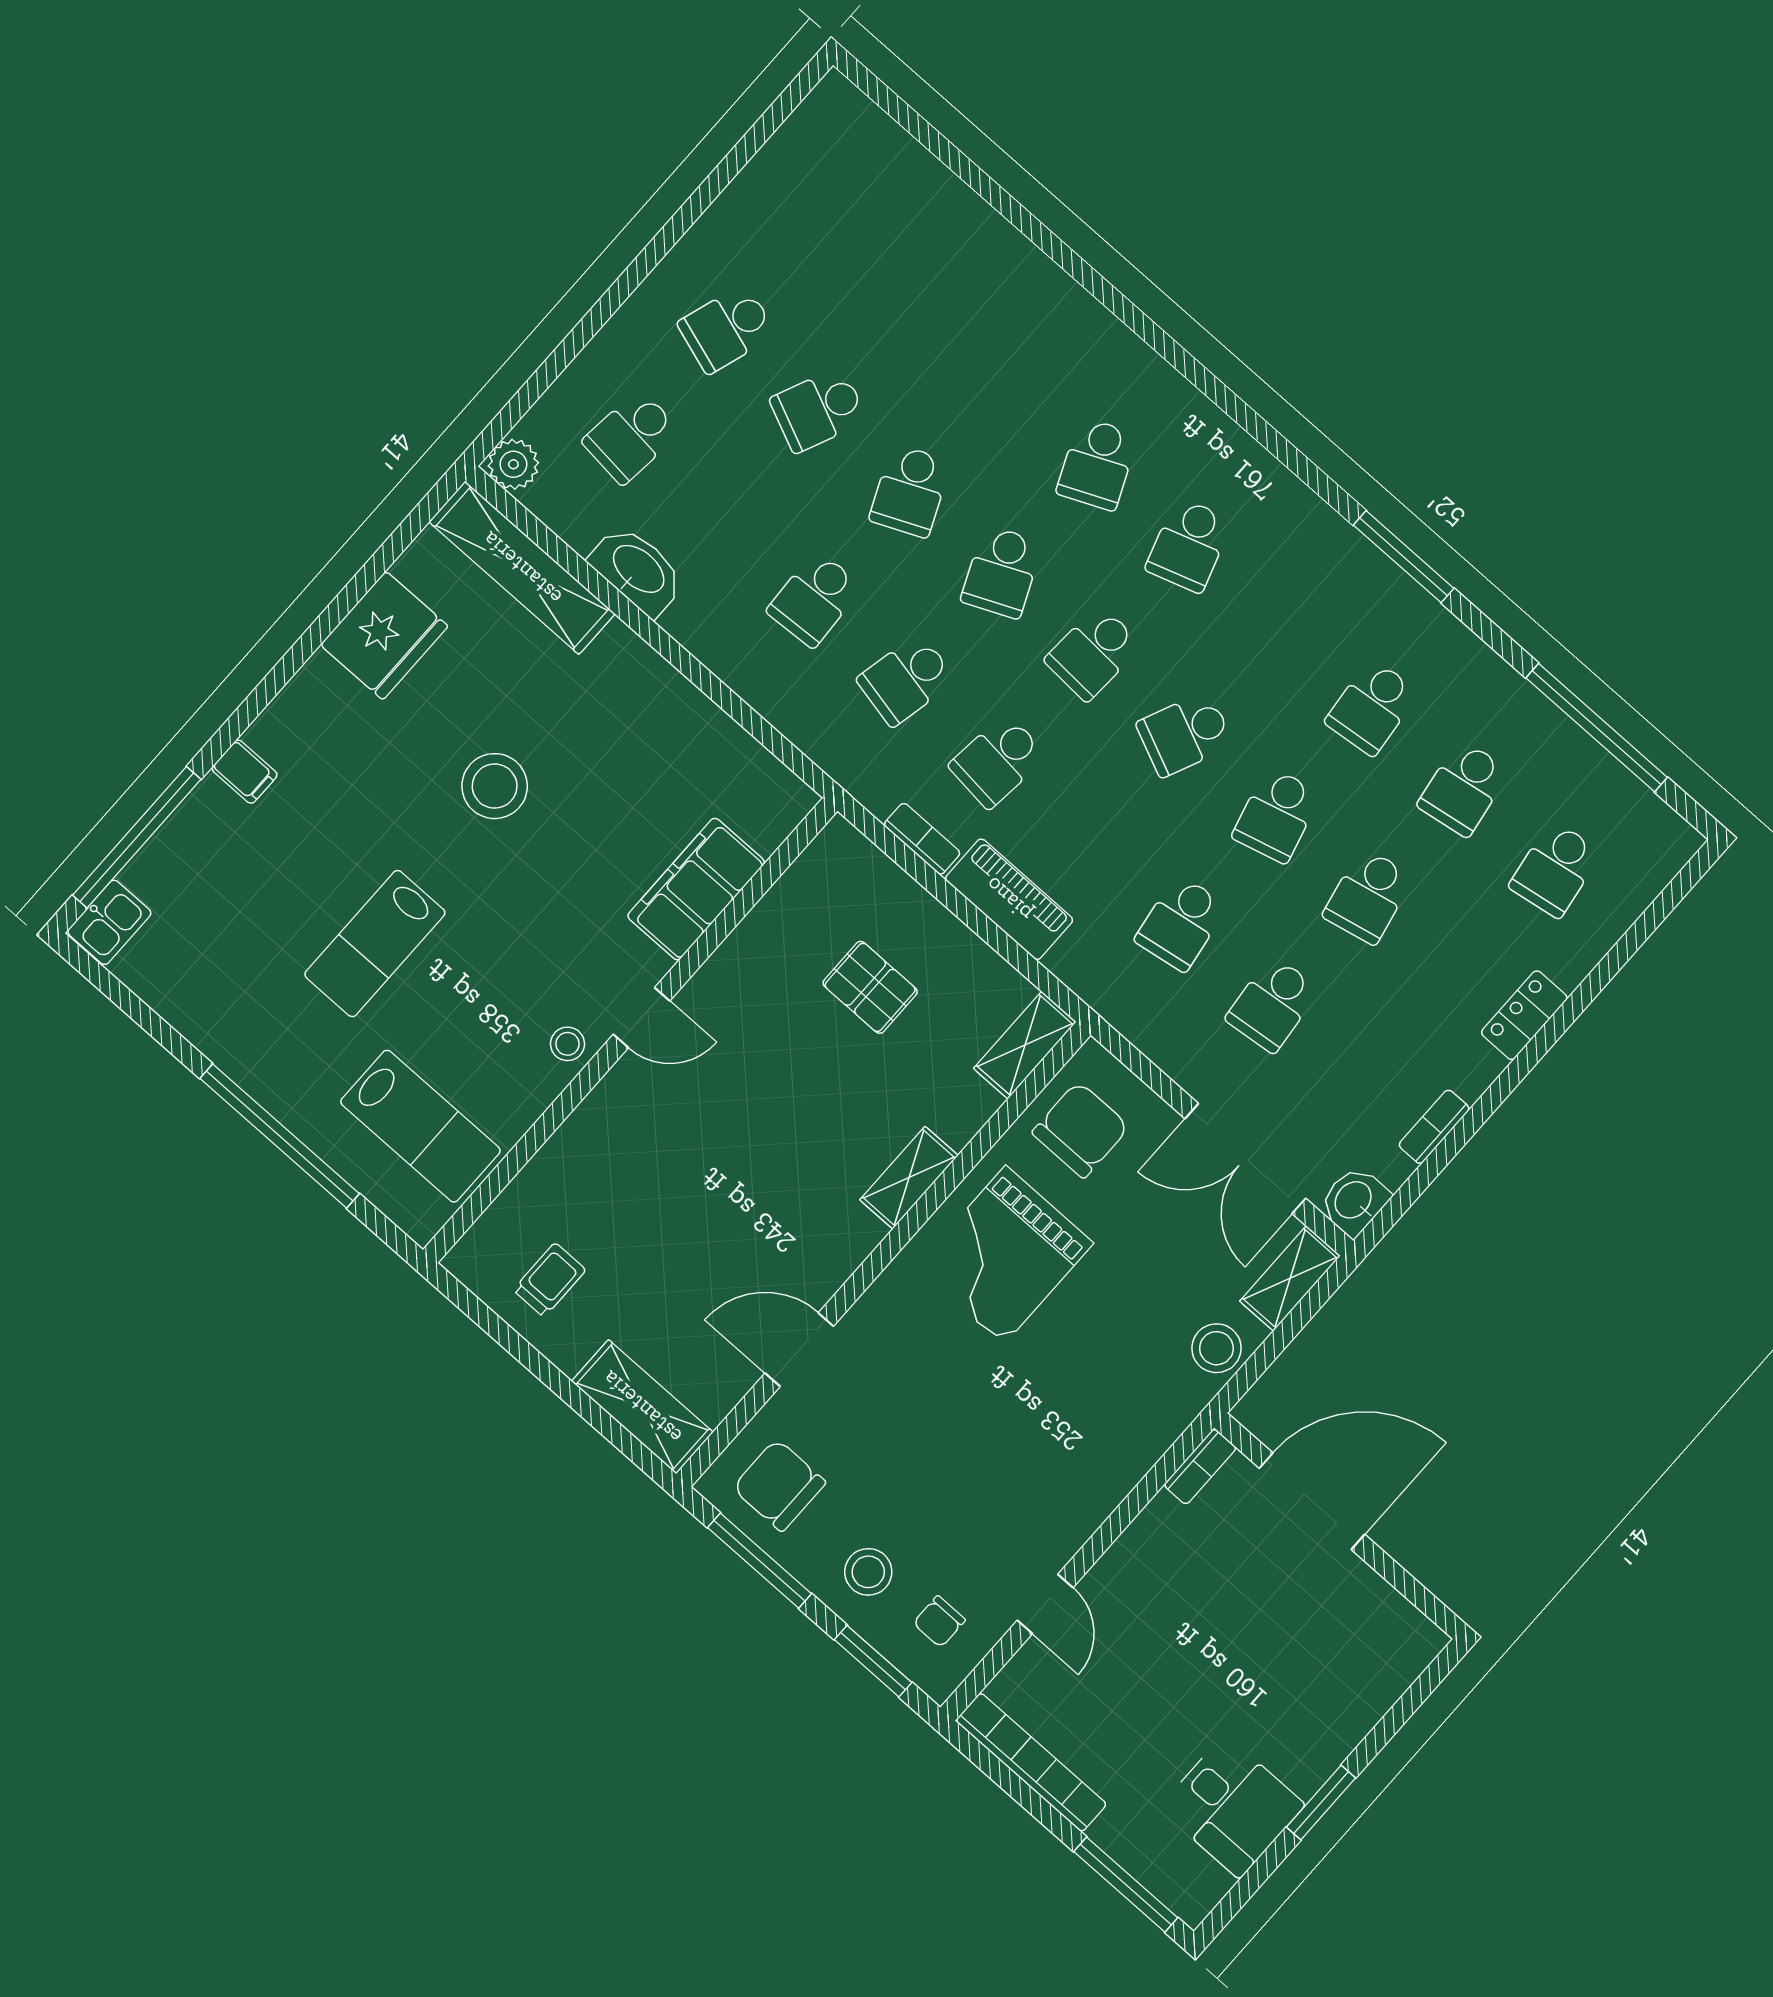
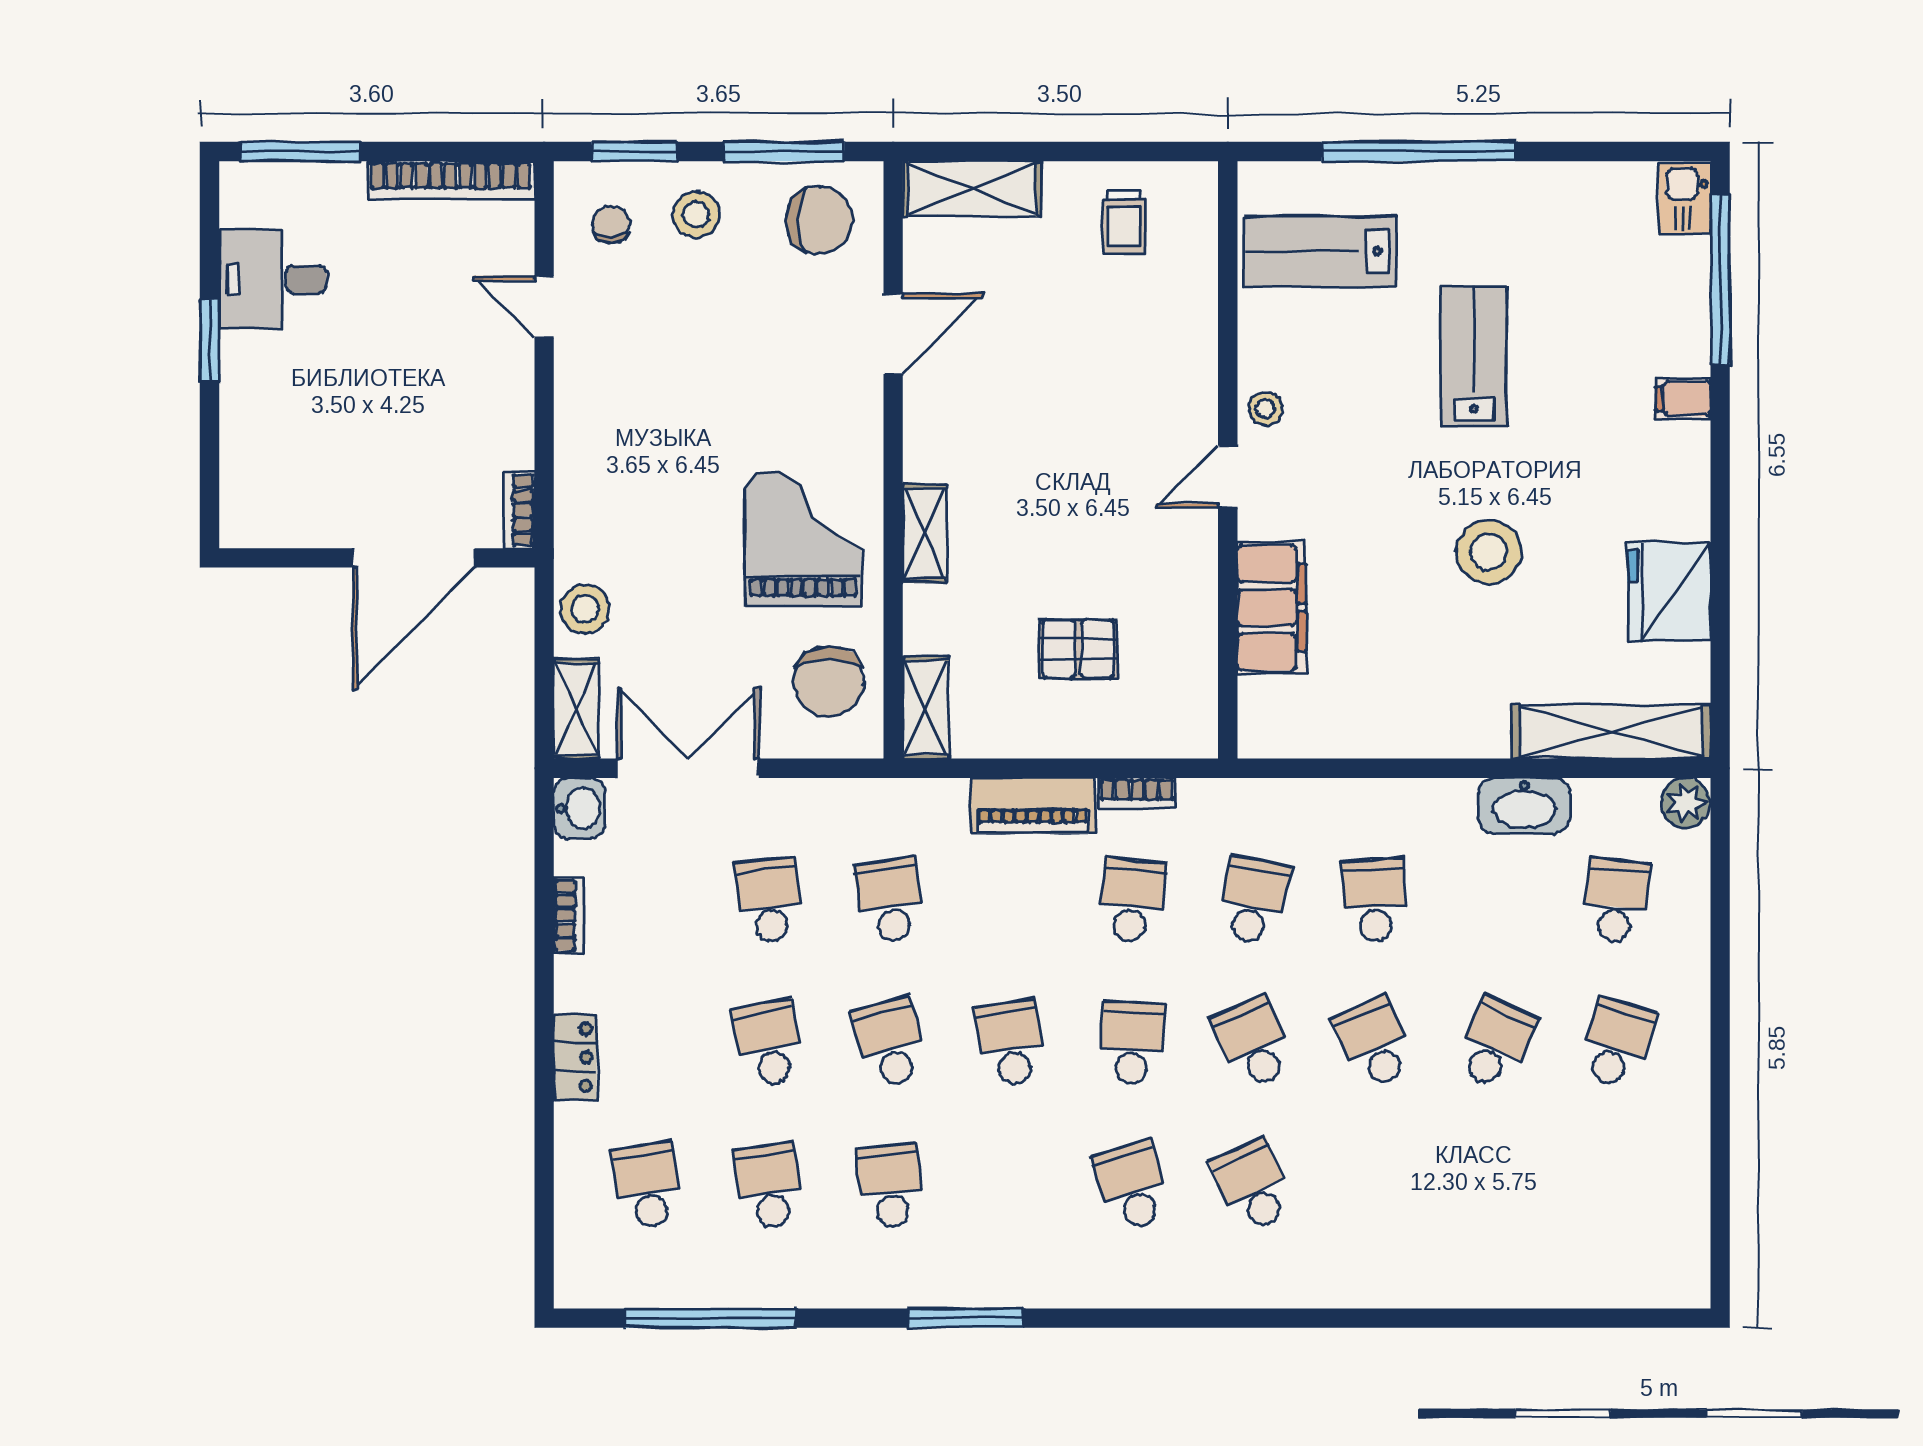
school desk: (1185, 734) -> (1011, 1043), turned -33

